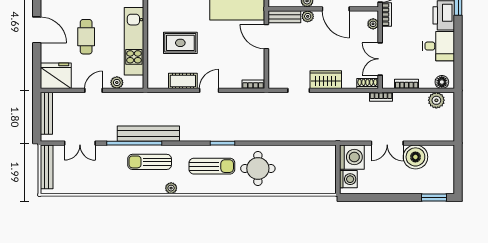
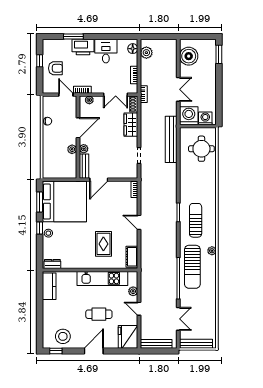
wardrobe: (326, 80) -> (131, 125), moved
cot: (183, 81) -> (132, 257), moved
bench: (148, 134) -> (171, 139), moved
boiler: (415, 157) -> (189, 56), moved
sun lounger: (150, 162) -> (192, 267), width x1.36, depth x1.34
round table: (258, 168) -> (201, 149), moved

